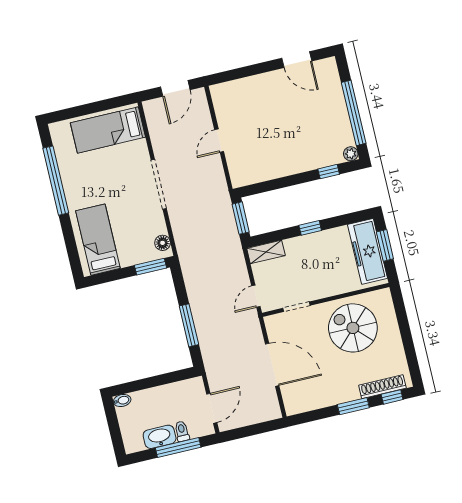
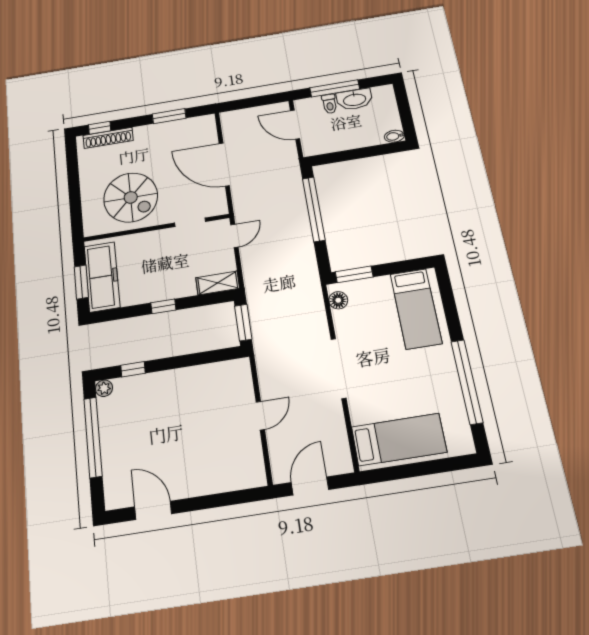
window: (189, 325) -> (314, 209), width x1.46
window: (353, 406) -> (169, 116), moved
door: (212, 408) -> (295, 125), hinge flipped

